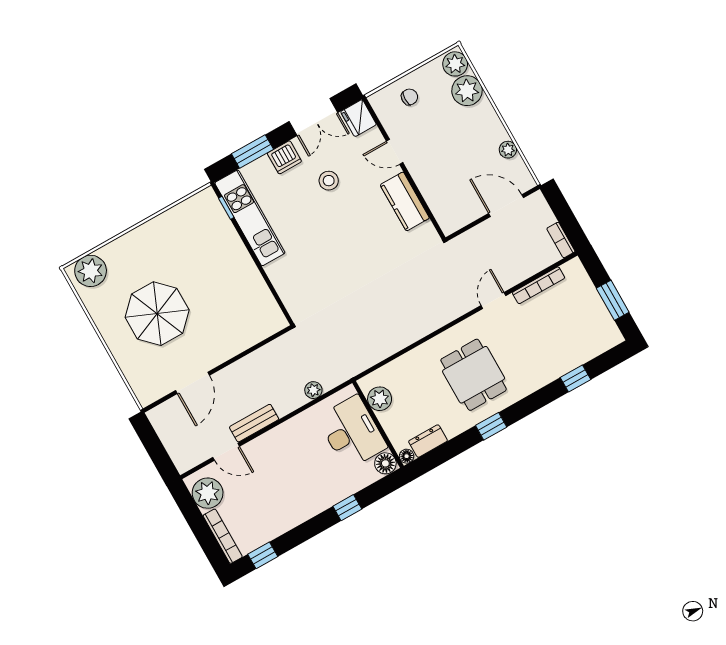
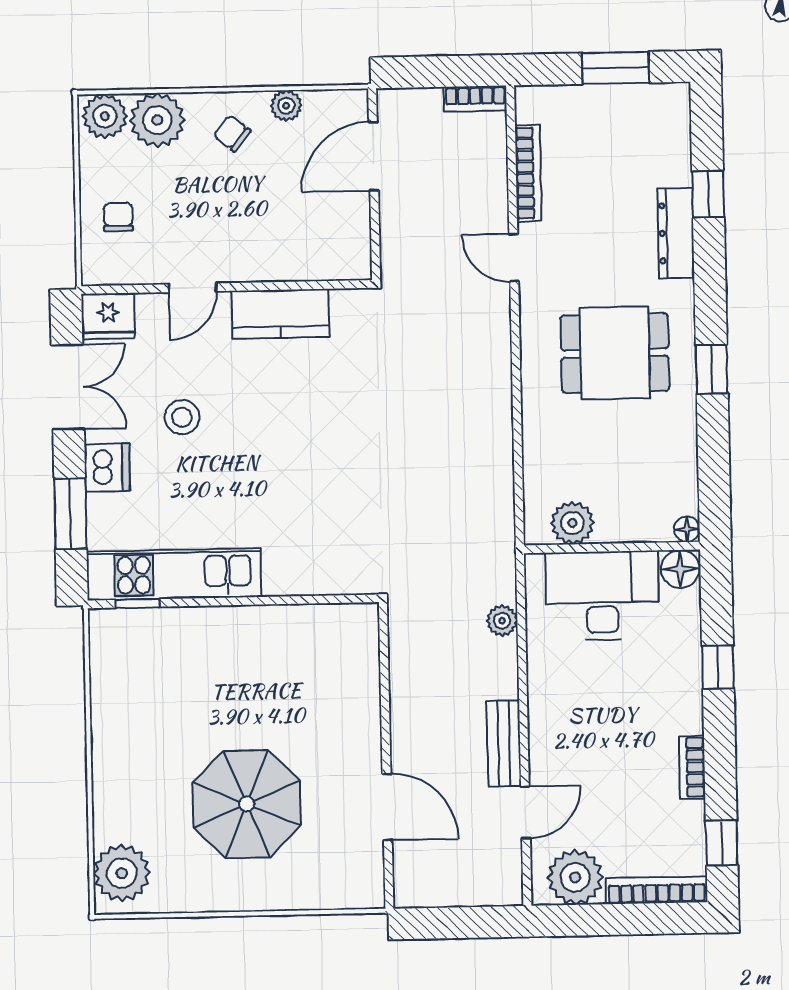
chair: (480, 131) -> (232, 133), added
dresser: (428, 441) -> (676, 233), moved, width x1.44
bookcase: (292, 521) -> (692, 767), added

